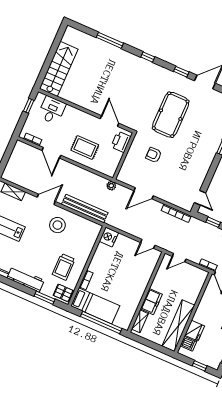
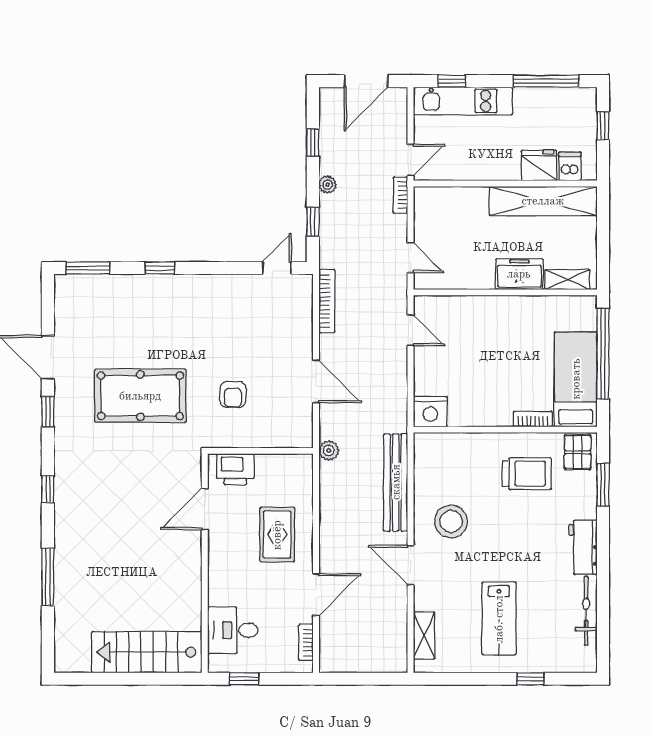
workbench: (26, 279) -> (583, 547), width x0.73

